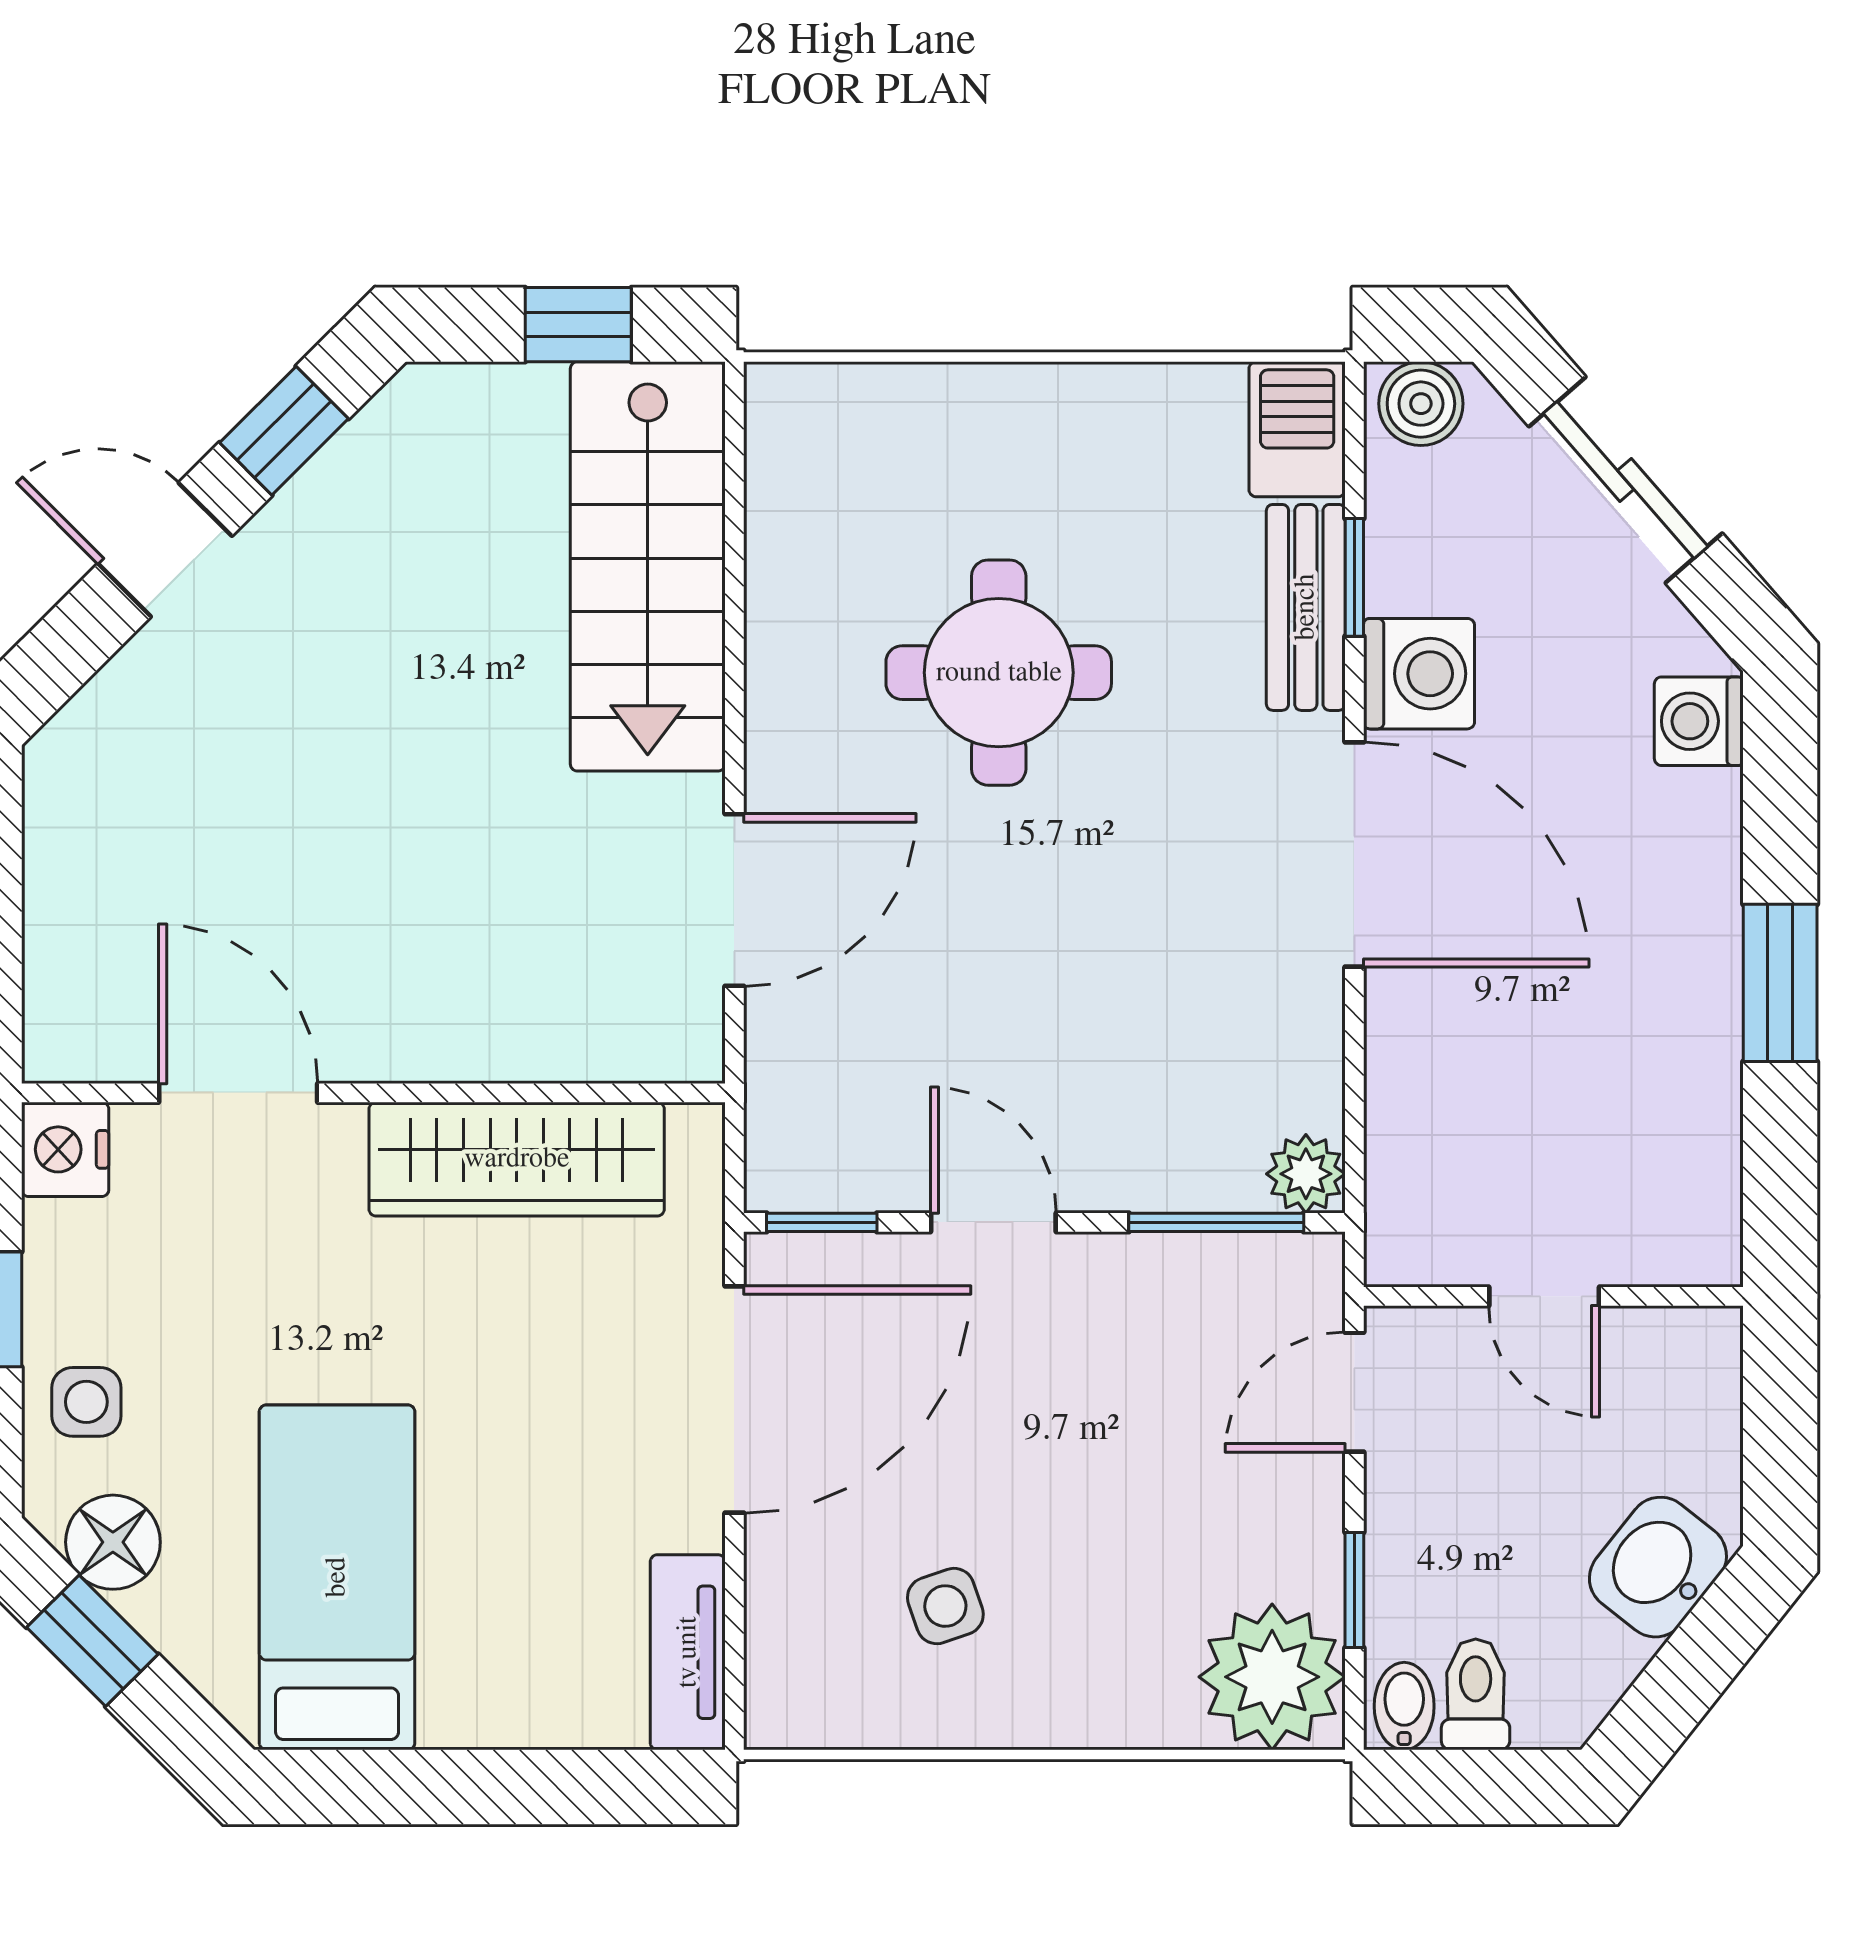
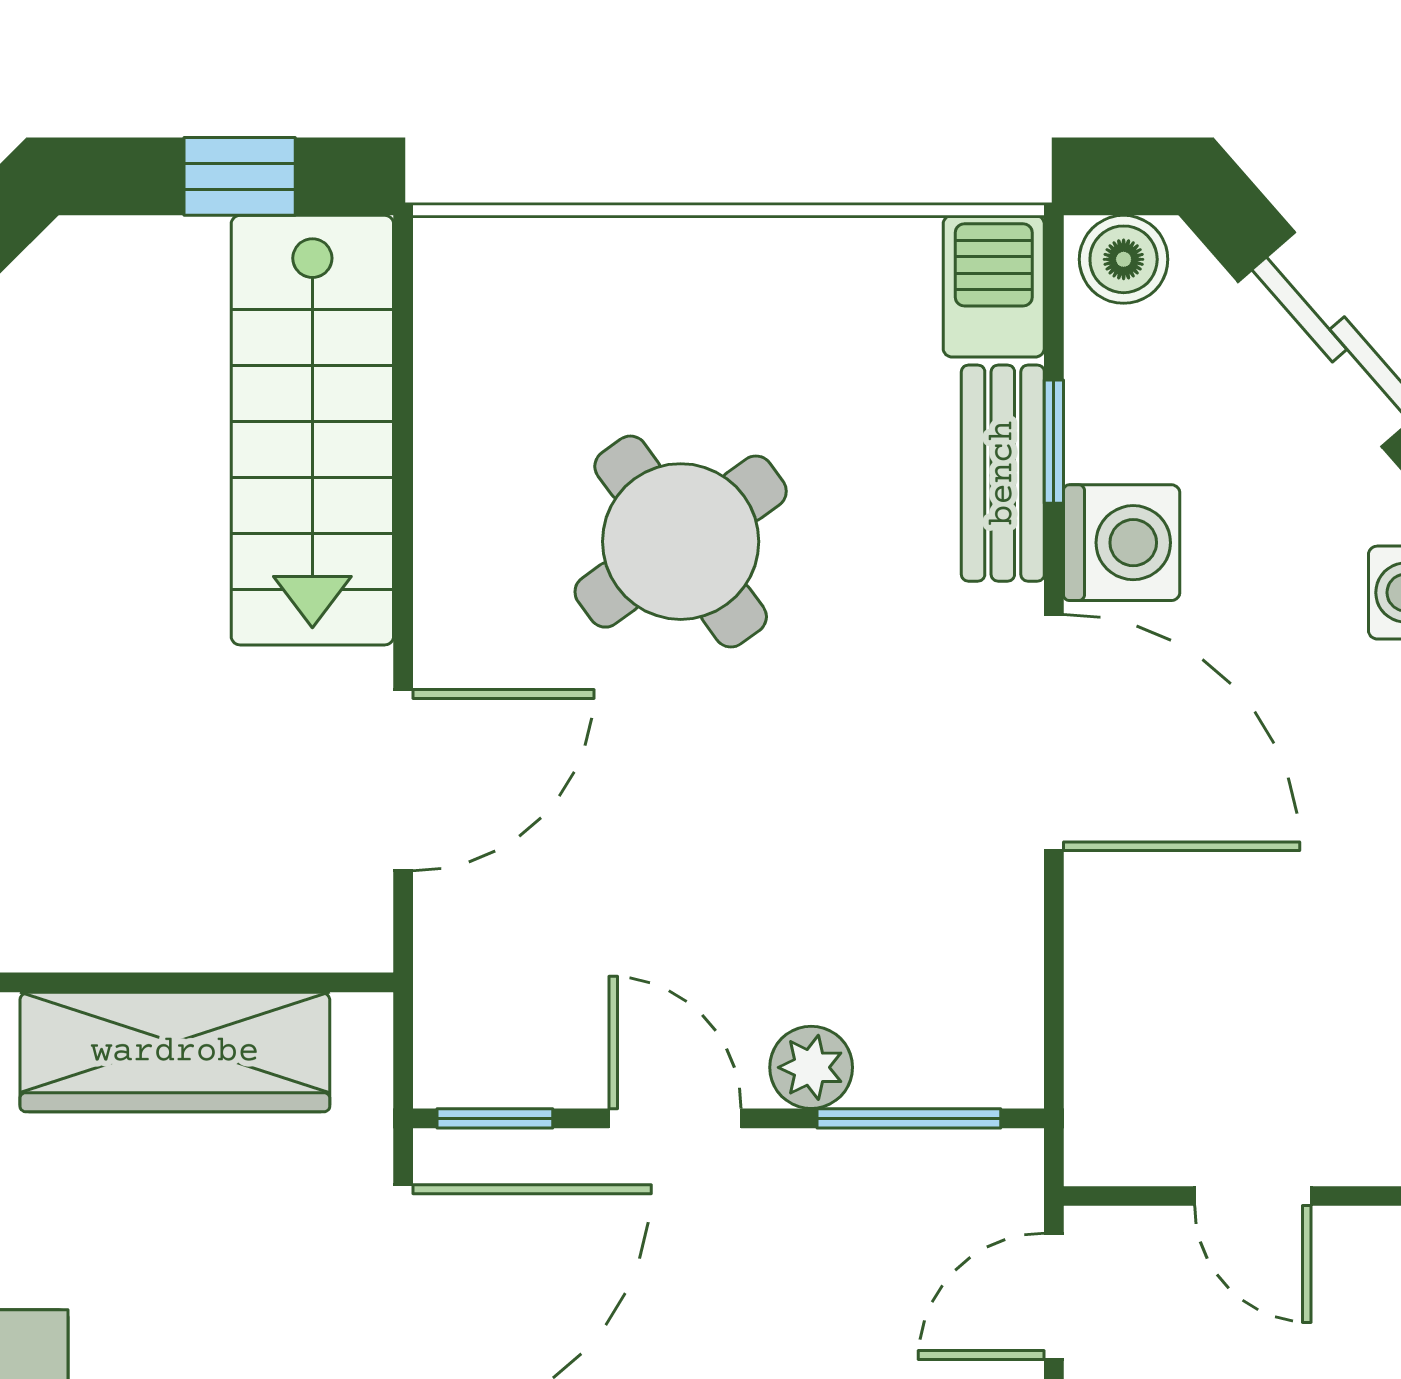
round table: (999, 673) -> (681, 542), turned -36
plant: (1306, 1174) -> (811, 1067), moved

